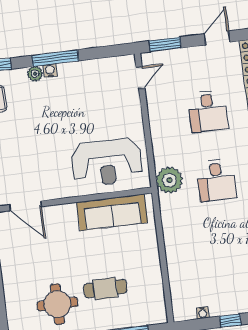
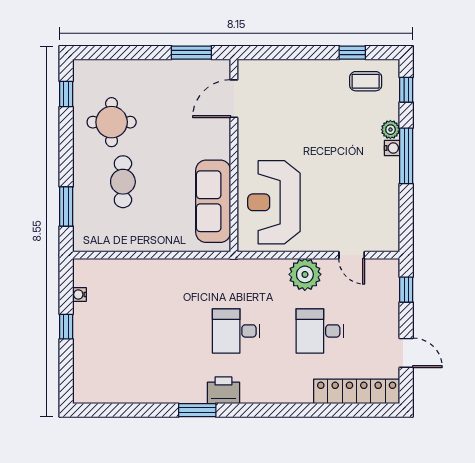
window: (165, 44) -> (406, 290), width x0.67
door: (140, 78) -> (352, 255), moved
plant: (169, 180) -> (305, 274), moved

